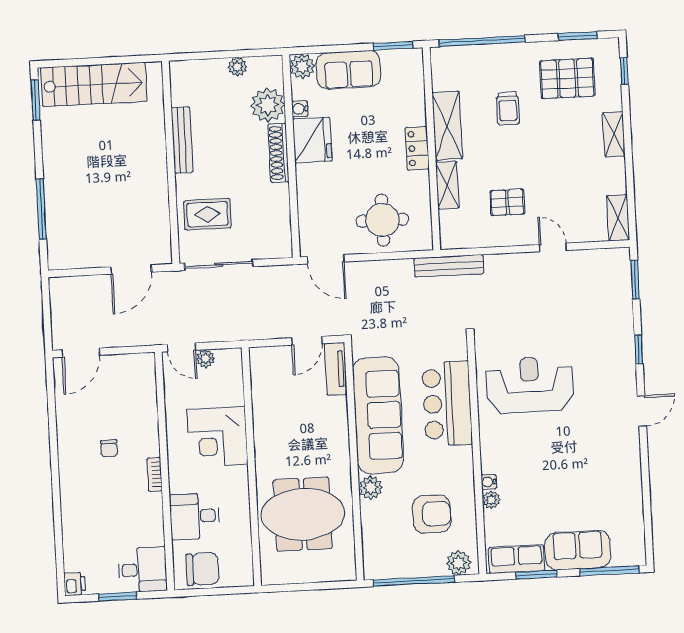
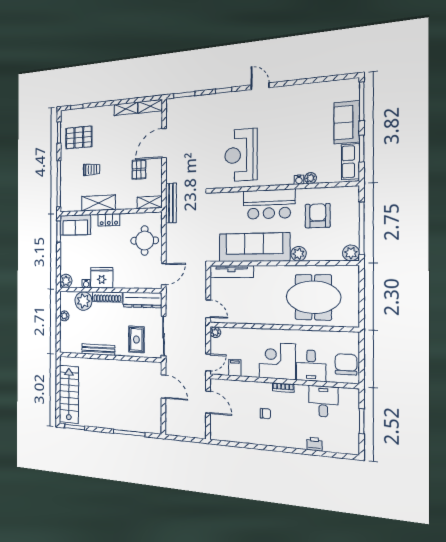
sofa: (349, 70) -> (75, 225), moved, turned 90
pallet: (567, 78) -> (79, 137), turned 90
shelving: (614, 134) -> (126, 109), moved
shelving: (447, 185) -> (150, 202), moved
dresser: (278, 221) -> (142, 300), added
door: (553, 247) -> (164, 143), width x1.87
door: (307, 341) -> (208, 309), moved
door: (81, 353) -> (208, 402), moved
plant: (206, 359) -> (215, 332), moved
tv unit: (336, 369) -> (232, 272), width x1.41
filing cabinet: (178, 394) -> (235, 368), added
bar counter: (447, 404) -> (269, 204), moved
corner desk: (218, 437) -> (277, 361), moved, turned 180
meeting table: (303, 514) -> (313, 297), turned 90
plant: (459, 563) -> (351, 253), moved
desk: (142, 570) -> (323, 401), moved
printer: (75, 584) -> (314, 444), moved

